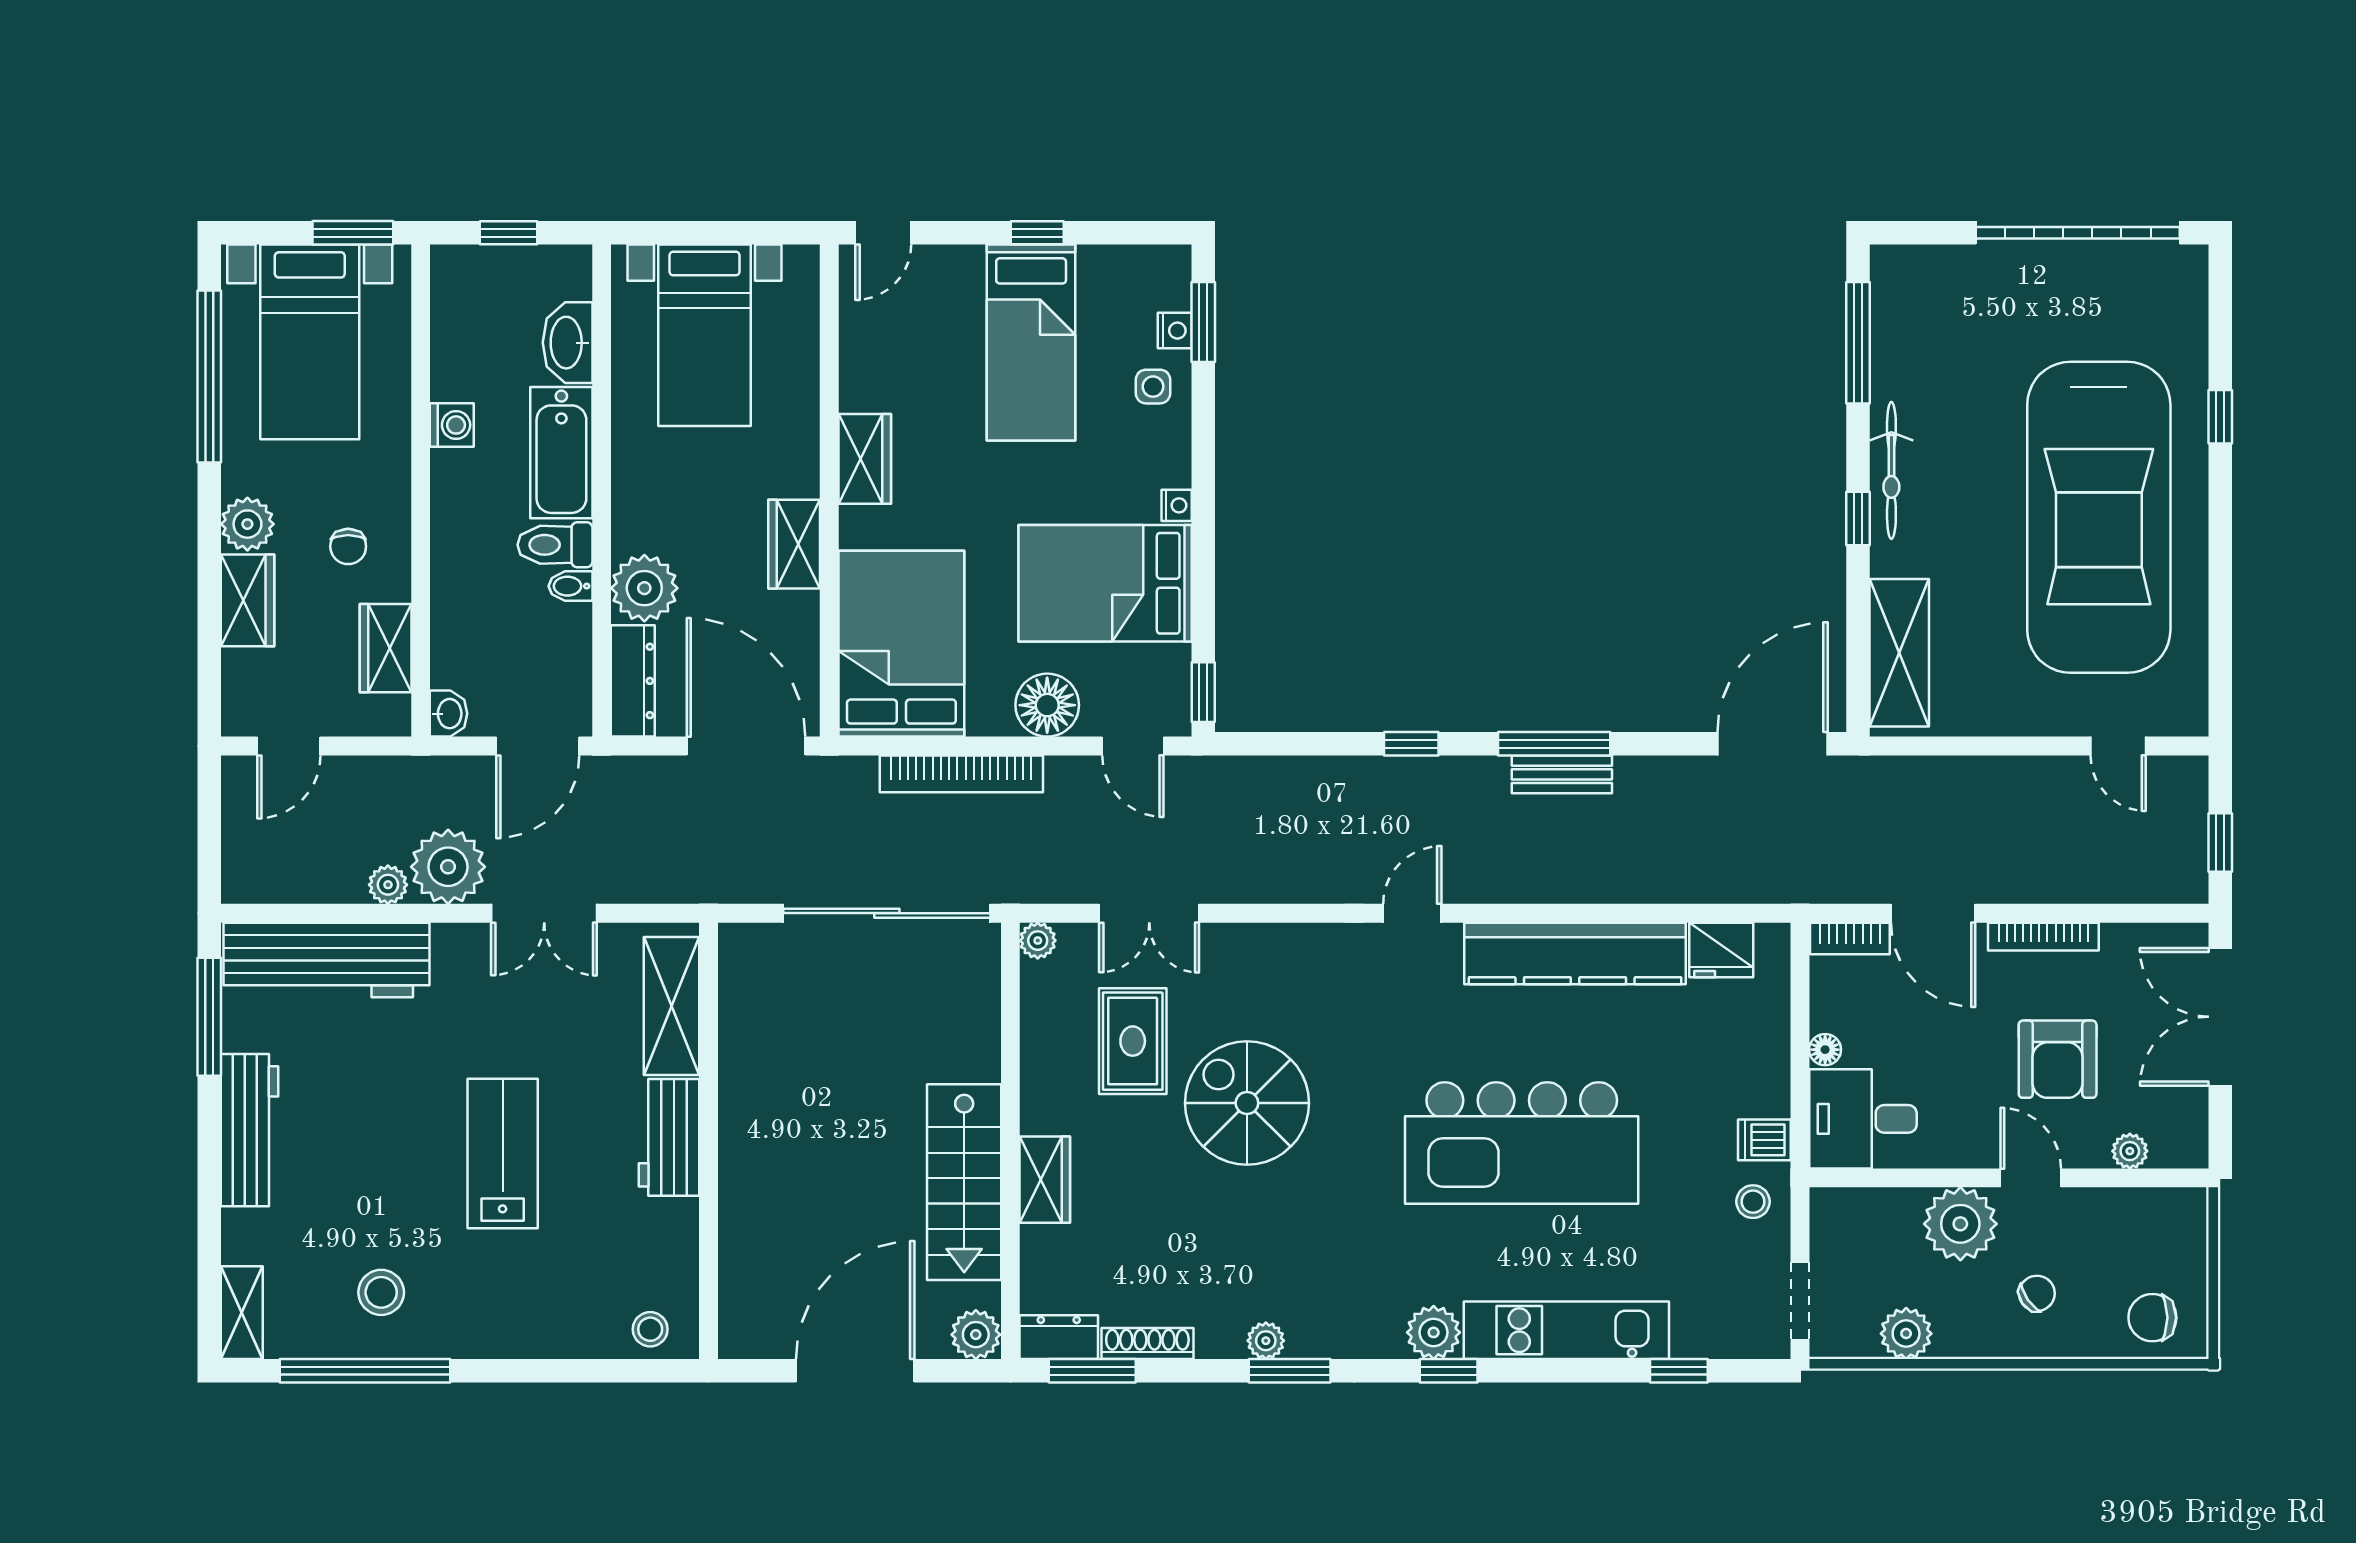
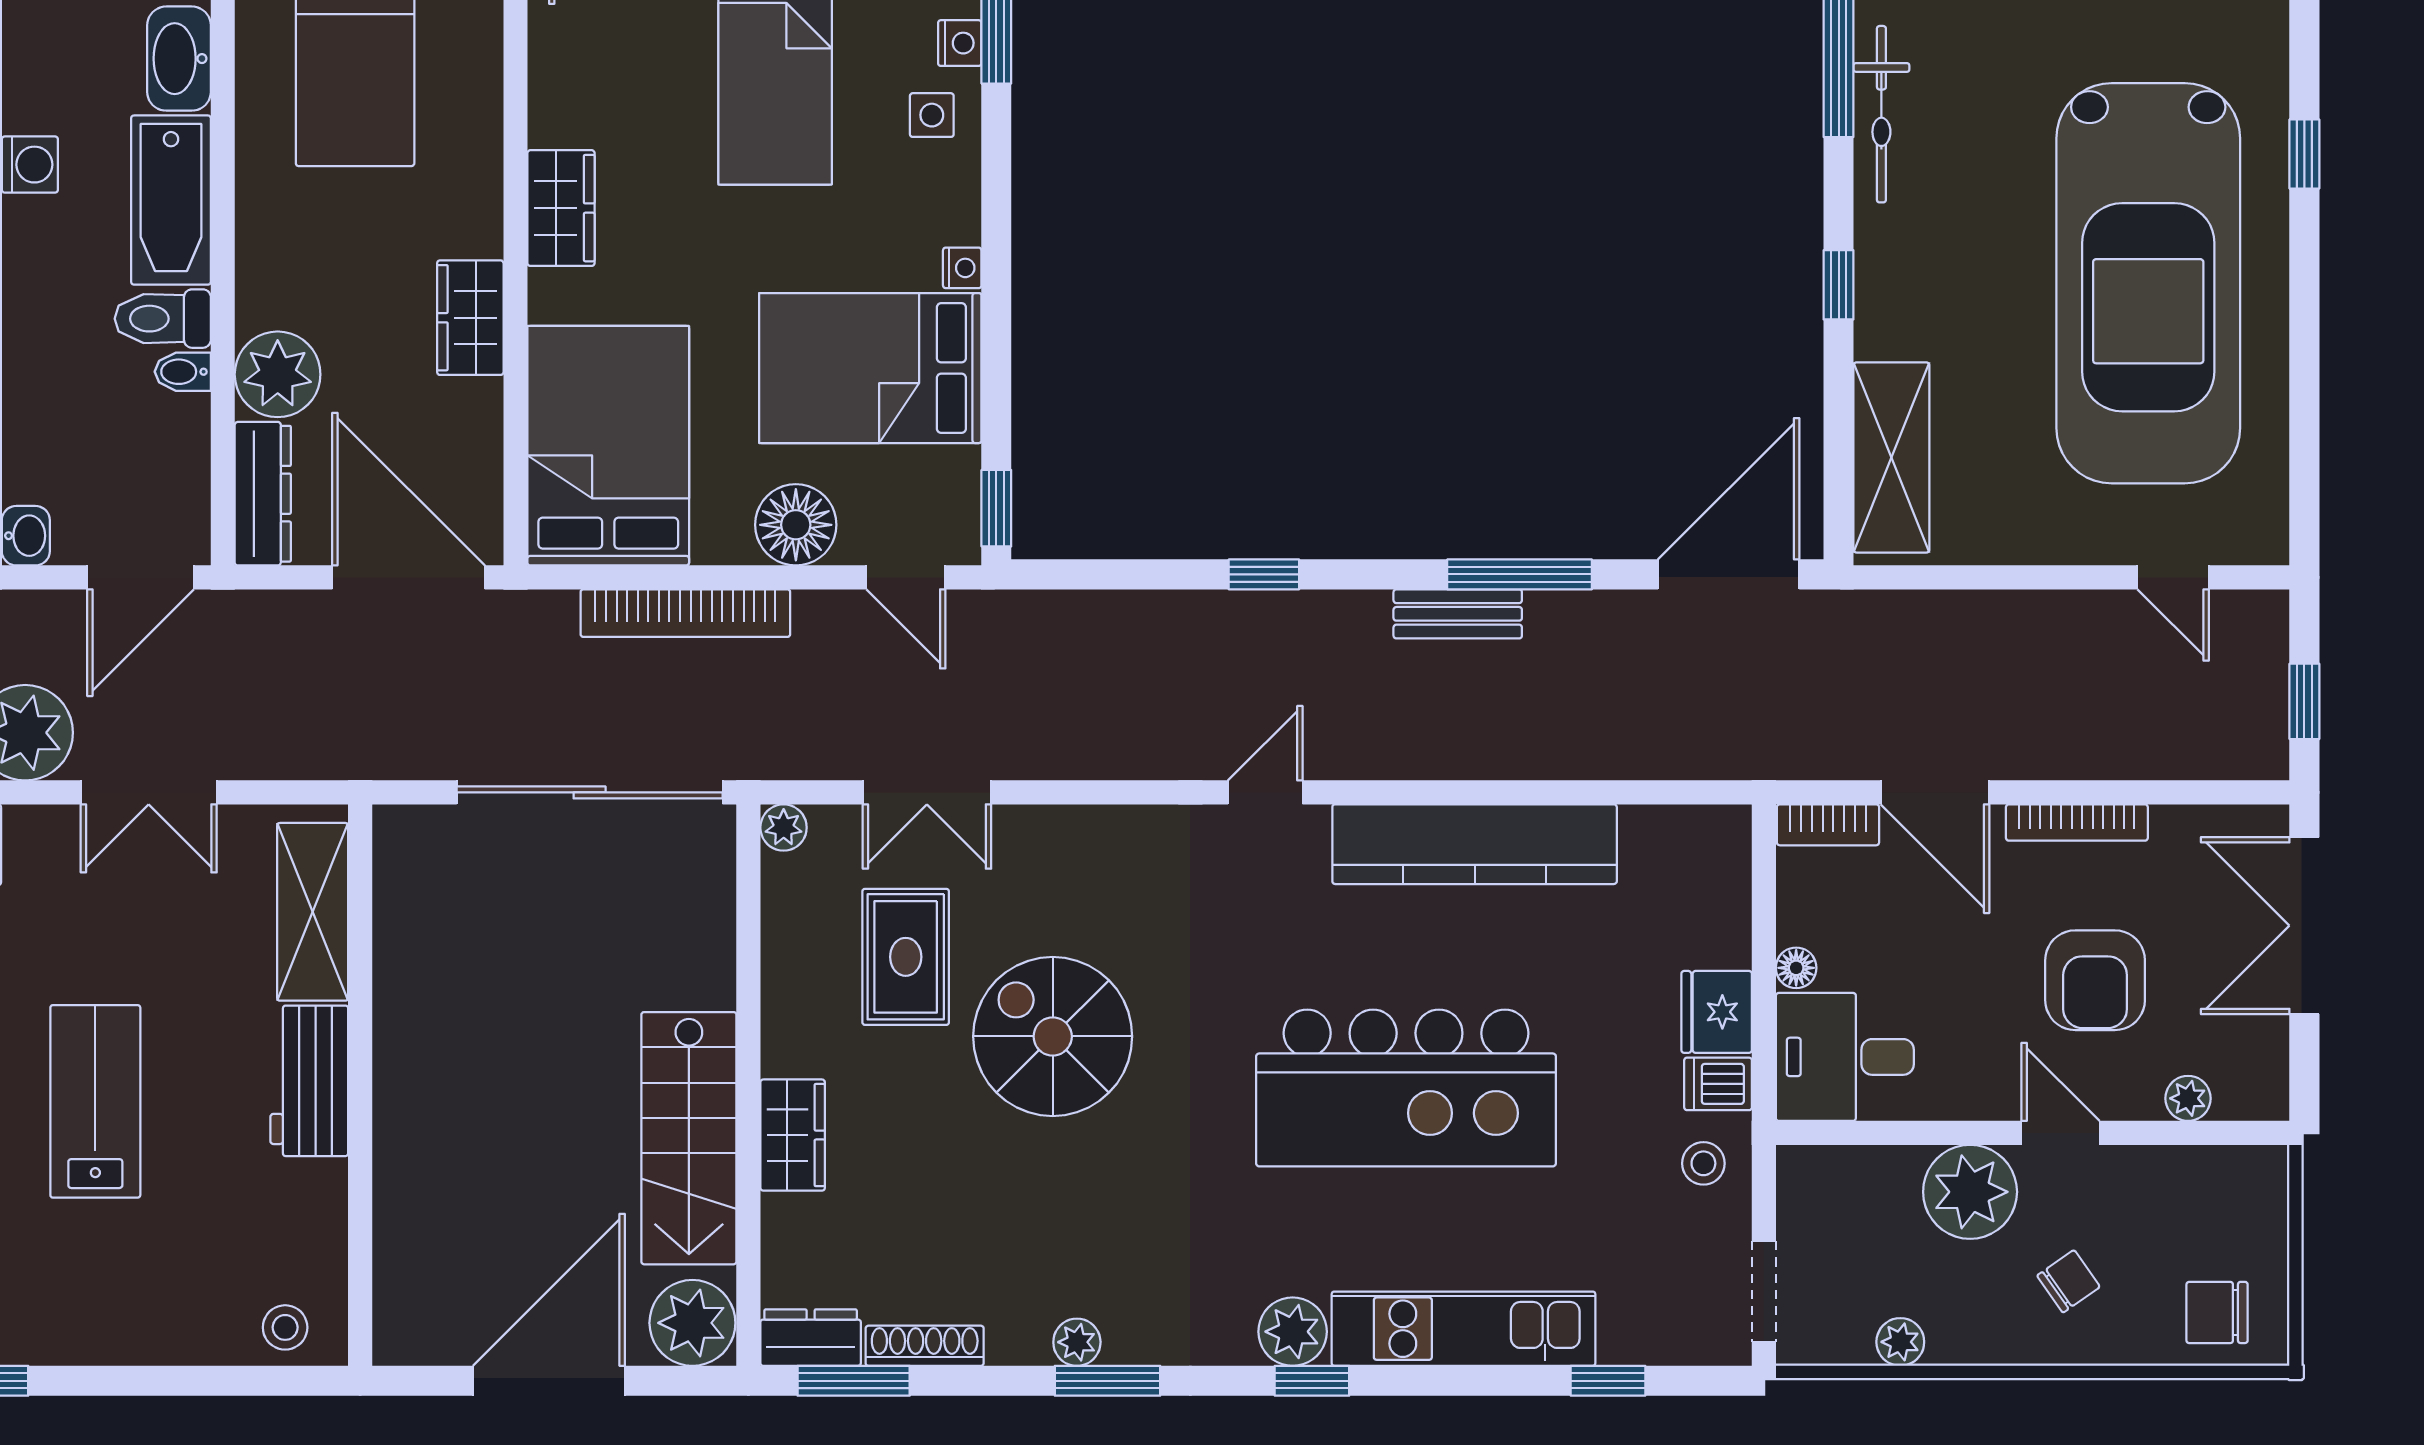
bicycle: (1891, 470) -> (1881, 114), moved
window: (1554, 744) -> (1520, 574), moved
fridge: (1721, 950) -> (1717, 1012), moved, turned 90
plant: (1906, 1334) -> (1900, 1342), width x0.73, depth x0.73
plant: (976, 1335) -> (692, 1323), width x1.36, depth x1.36

